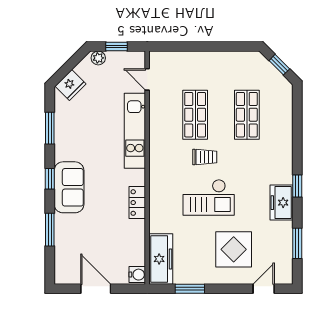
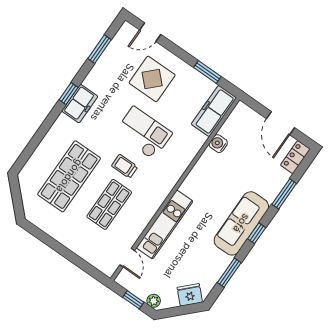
window: (279, 65) -> (17, 198), removed
shop shelf: (247, 115) -> (69, 176), width x1.43, depth x1.36
sofa: (69, 187) -> (241, 223), width x1.36
locker: (137, 203) -> (295, 157), moved, turned 180
freezer: (282, 203) -> (80, 104), moved
water cooler: (137, 275) -> (218, 144), moved

